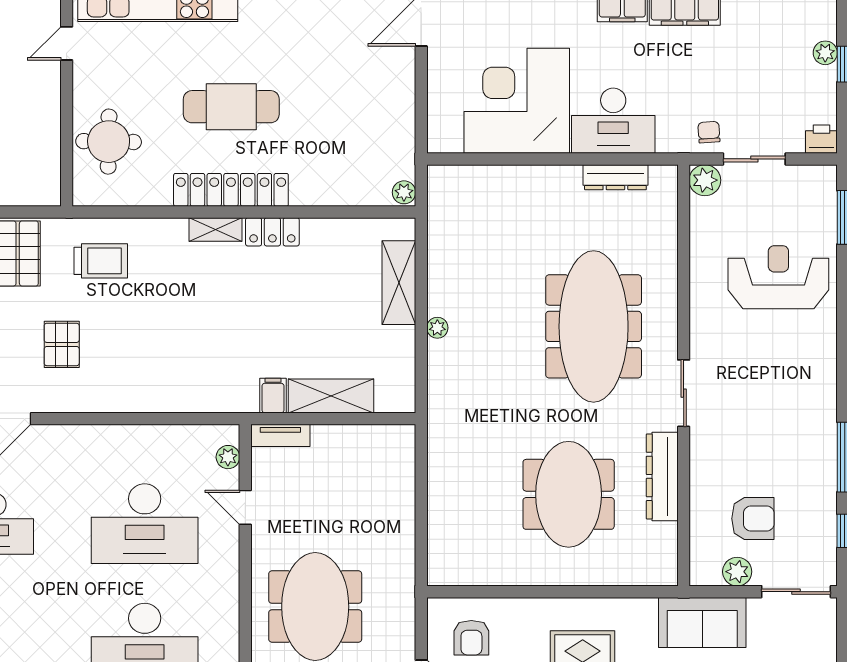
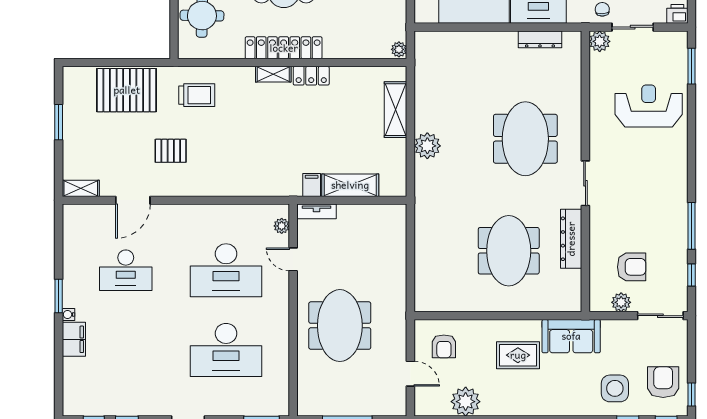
meeting table: (594, 326) -> (525, 139), width x0.73
plant: (437, 328) -> (427, 146), width x1.87, depth x1.87
pallet: (62, 344) -> (171, 151), turned 90
sofa: (702, 622) -> (571, 336), moved

